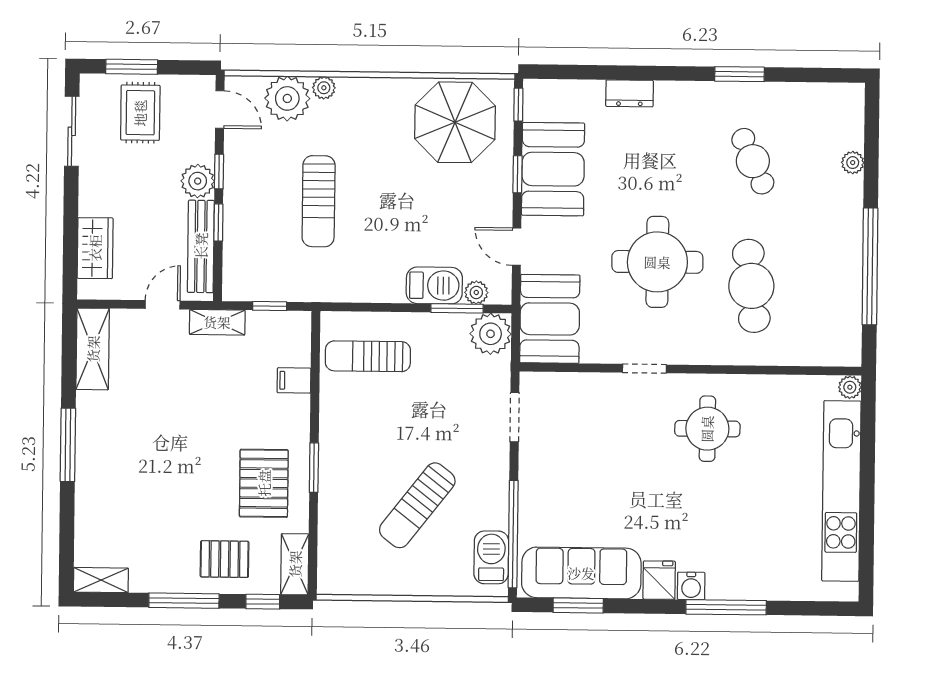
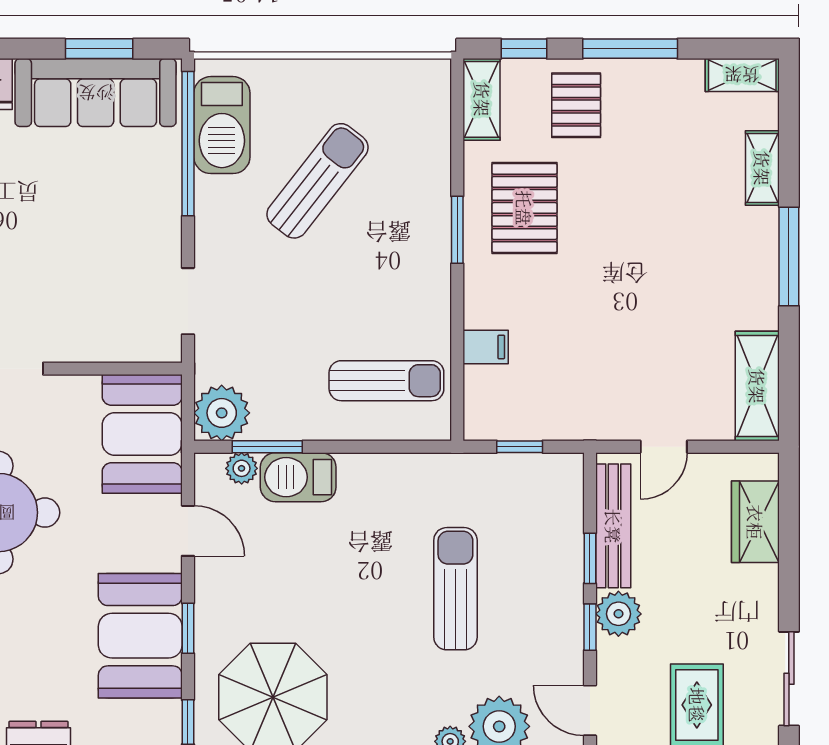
shelving: (217, 322) -> (762, 168), moved, turned 90
barbecue: (491, 557) -> (222, 125), width x1.37, depth x1.21
pallet: (225, 559) -> (576, 105), turned 90

